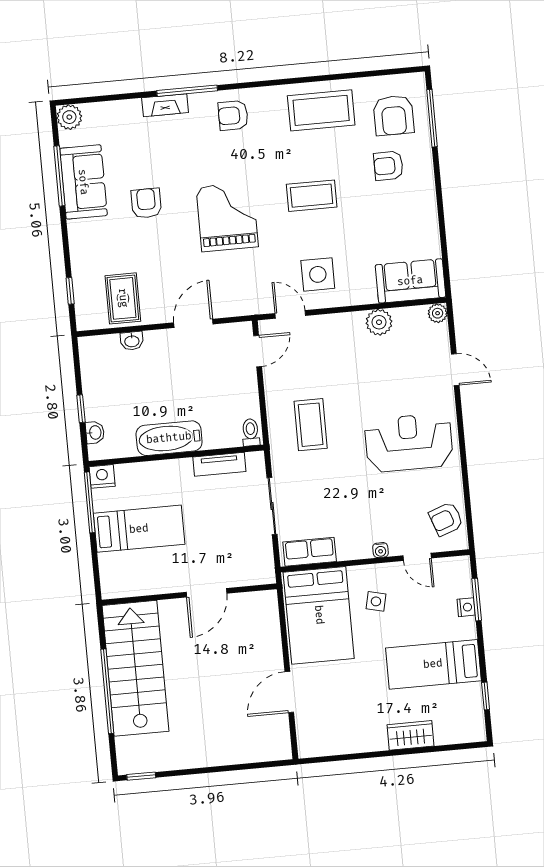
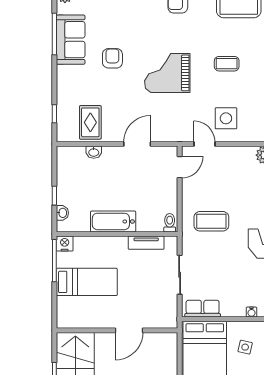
coffee table: (312, 196) -> (227, 64), width x0.73, depth x0.77
grand piano: (227, 217) -> (167, 73), turned -90
coffee table: (311, 425) -> (211, 221), turned 90

